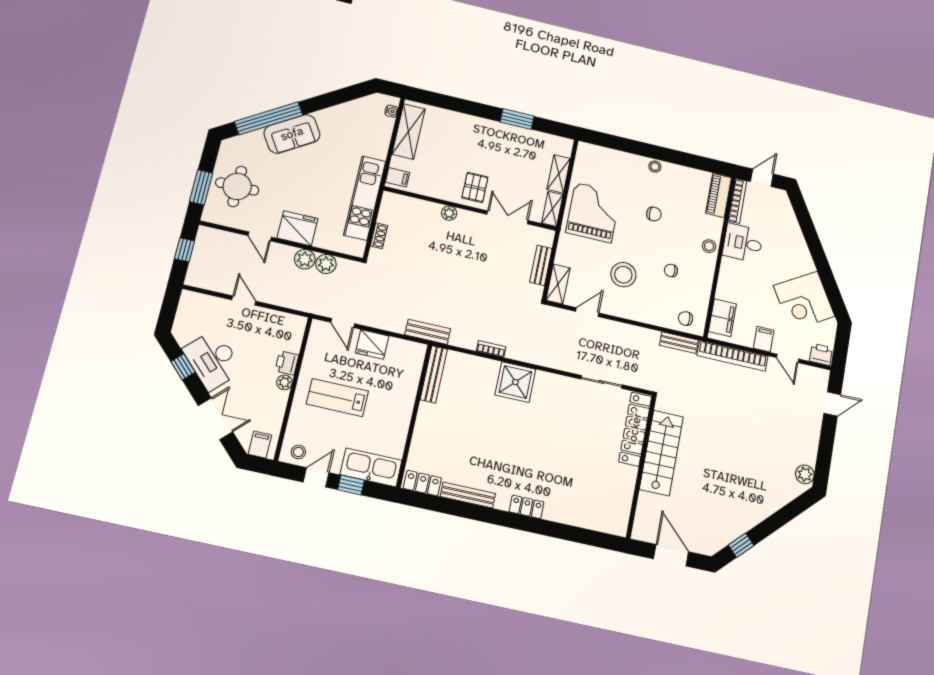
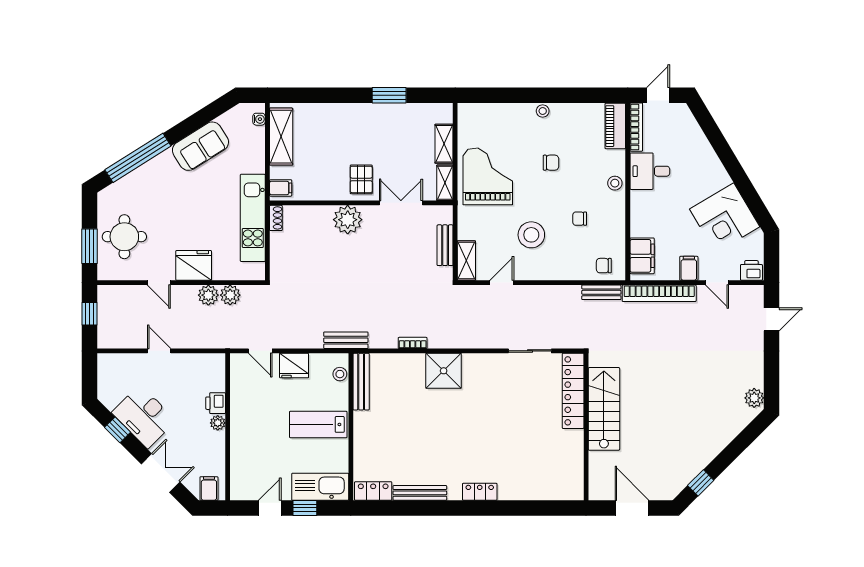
sofa: (292, 134) -> (200, 146), moved
plant: (449, 213) -> (348, 220), width x1.87, depth x1.87
shoe rack: (379, 236) -> (276, 218), moved
lab bench: (337, 397) -> (318, 424), moved
stool: (298, 452) -> (340, 374), moved

